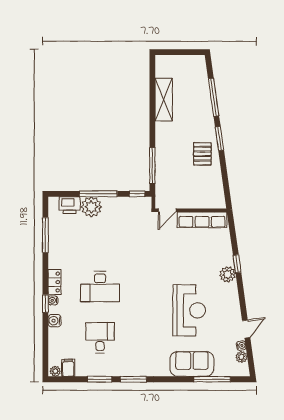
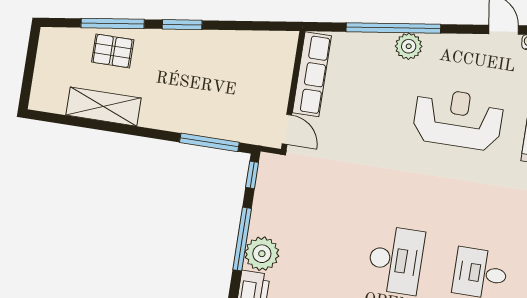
pallet: (202, 154) -> (113, 51), moved
window: (237, 264) -> (393, 28), width x3.17

